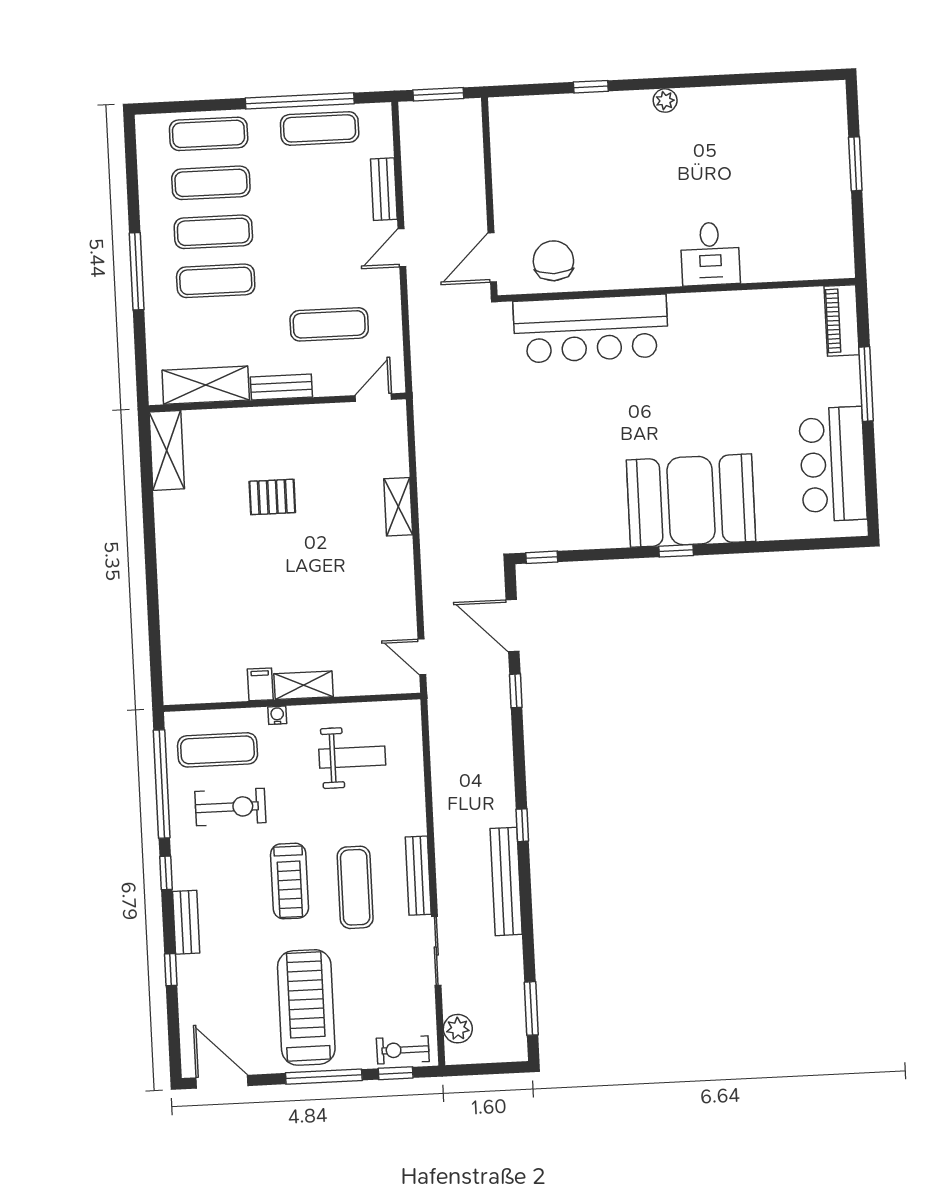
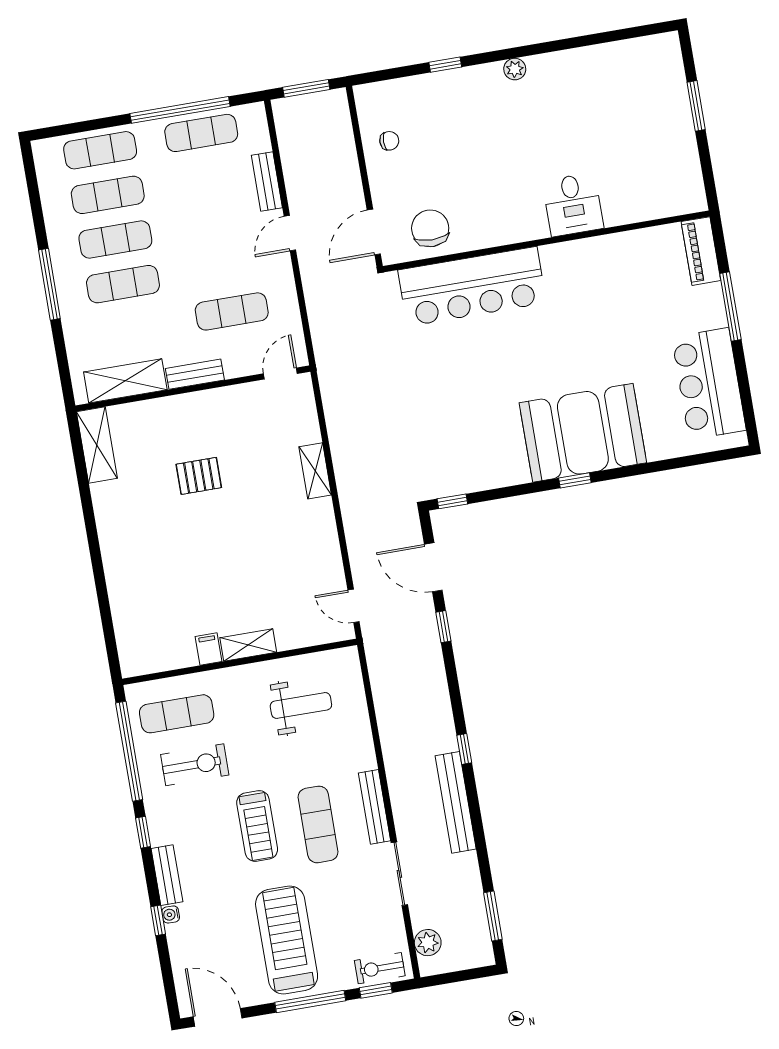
chair: (521, 161) -> (389, 141), added
water cooler: (277, 715) -> (171, 914), moved, turned -90

